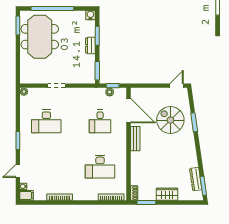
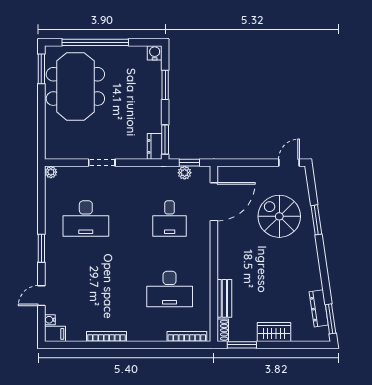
dresser: (90, 46) -> (155, 146), moved
door: (128, 111) -> (214, 202), hinge flipped
bench: (135, 139) -> (224, 298), moved

